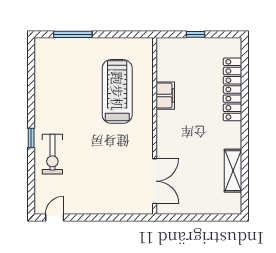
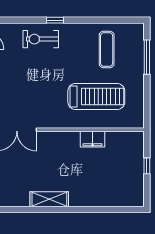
exercise mat: (64, 80) -> (107, 49), added
locker: (233, 89) -> (98, 199), removed
shelving: (233, 171) -> (49, 199), moved

